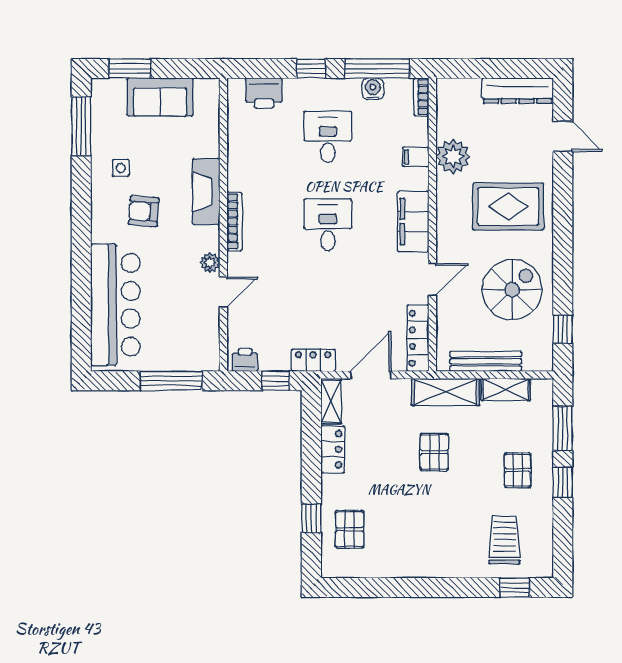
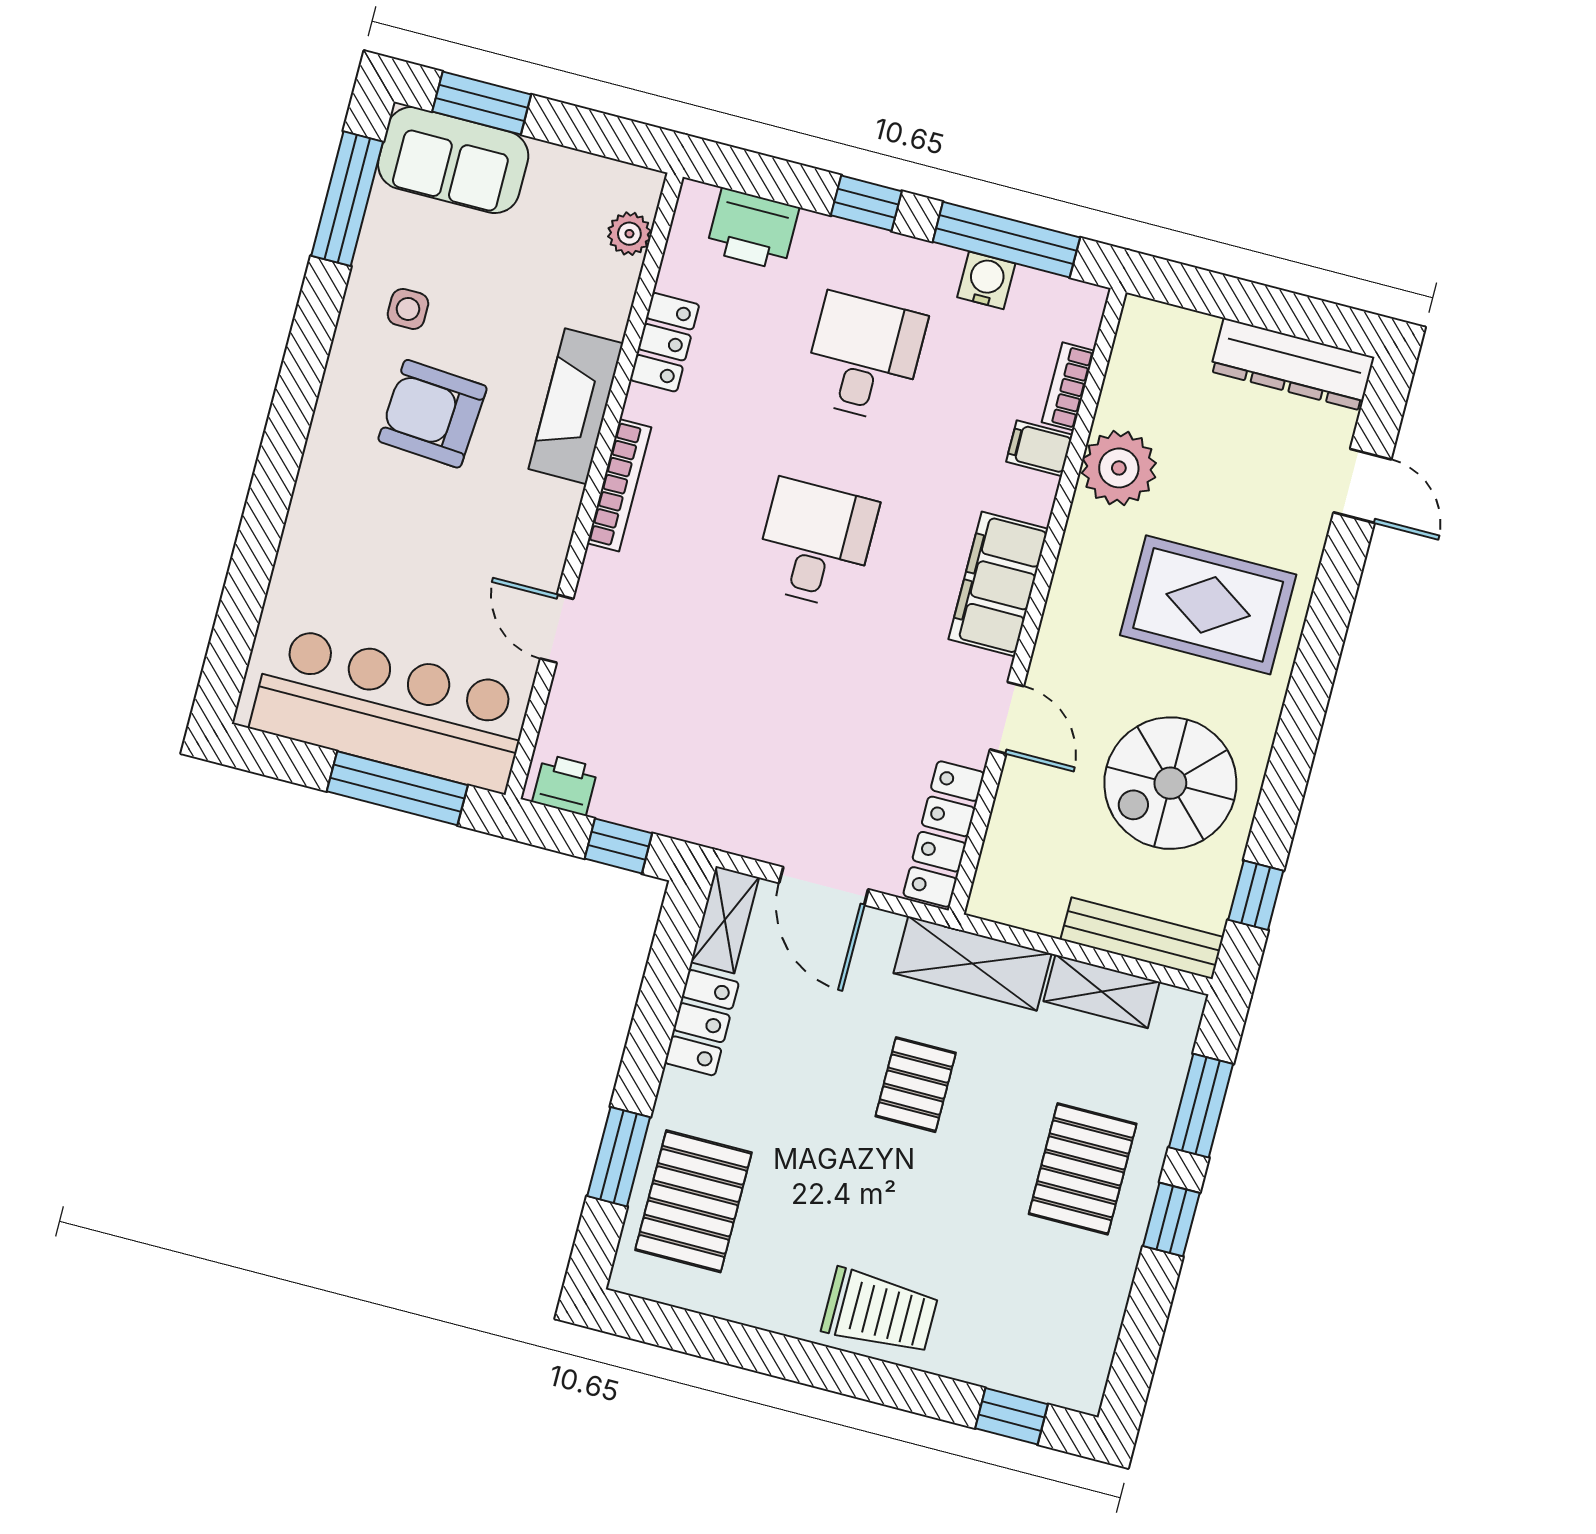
sofa: (160, 97) -> (453, 160), moved
bookcase: (421, 97) -> (1068, 386), moved
armchair: (144, 211) -> (432, 414), width x1.38, depth x1.38
plant: (210, 263) -> (629, 234), moved
door: (432, 280) -> (1007, 718), hinge flipped
spiral stairs: (512, 290) -> (1170, 783), turned 180
door: (223, 292) -> (557, 629), swing flipped
bar counter: (115, 305) -> (391, 709), moved, turned -90
locker: (313, 360) -> (665, 342), moved, turned 90
bench: (486, 361) -> (1142, 938), moved
door: (371, 375) -> (824, 886), swing flipped
pallet: (518, 470) -> (1083, 1169), width x1.50, depth x1.42
window: (311, 518) -> (619, 1157), width x1.50
pallet: (350, 529) -> (693, 1201), width x1.50, depth x1.42
trolley: (504, 540) -> (880, 1312), moved, turned 90

